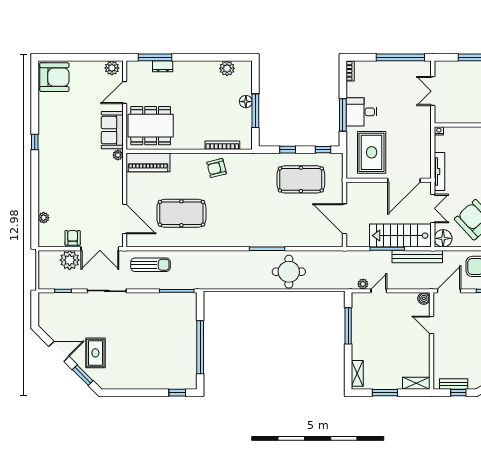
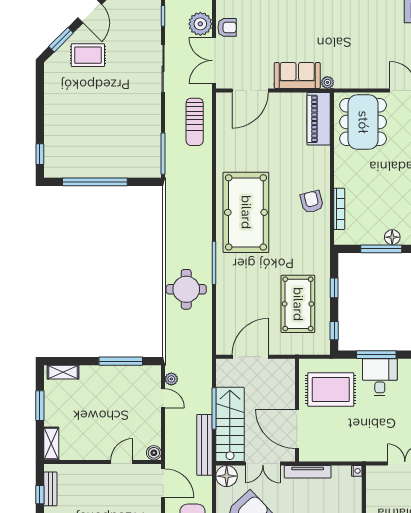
sofa: (112, 130) -> (297, 75), moved
pool table: (181, 213) -> (246, 212), moved, width x1.36, depth x1.32

